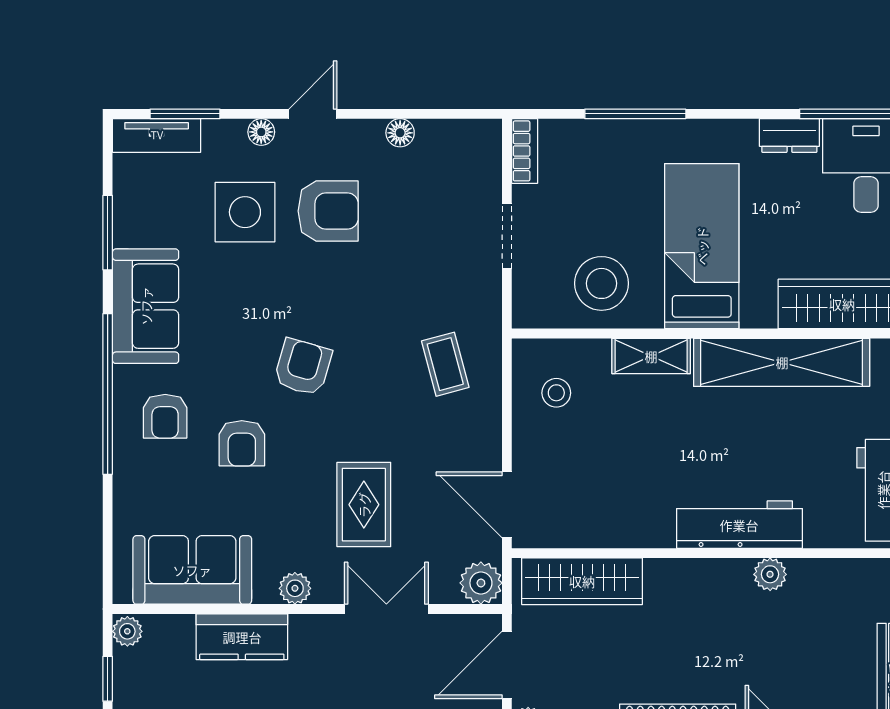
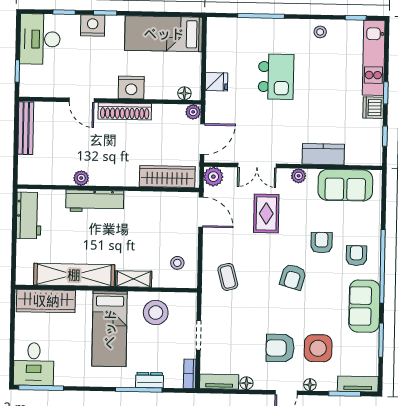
tv unit: (460, 135) -> (219, 382), added
dresser: (789, 136) -> (150, 380), moved
plant: (127, 631) -> (376, 158), removed

